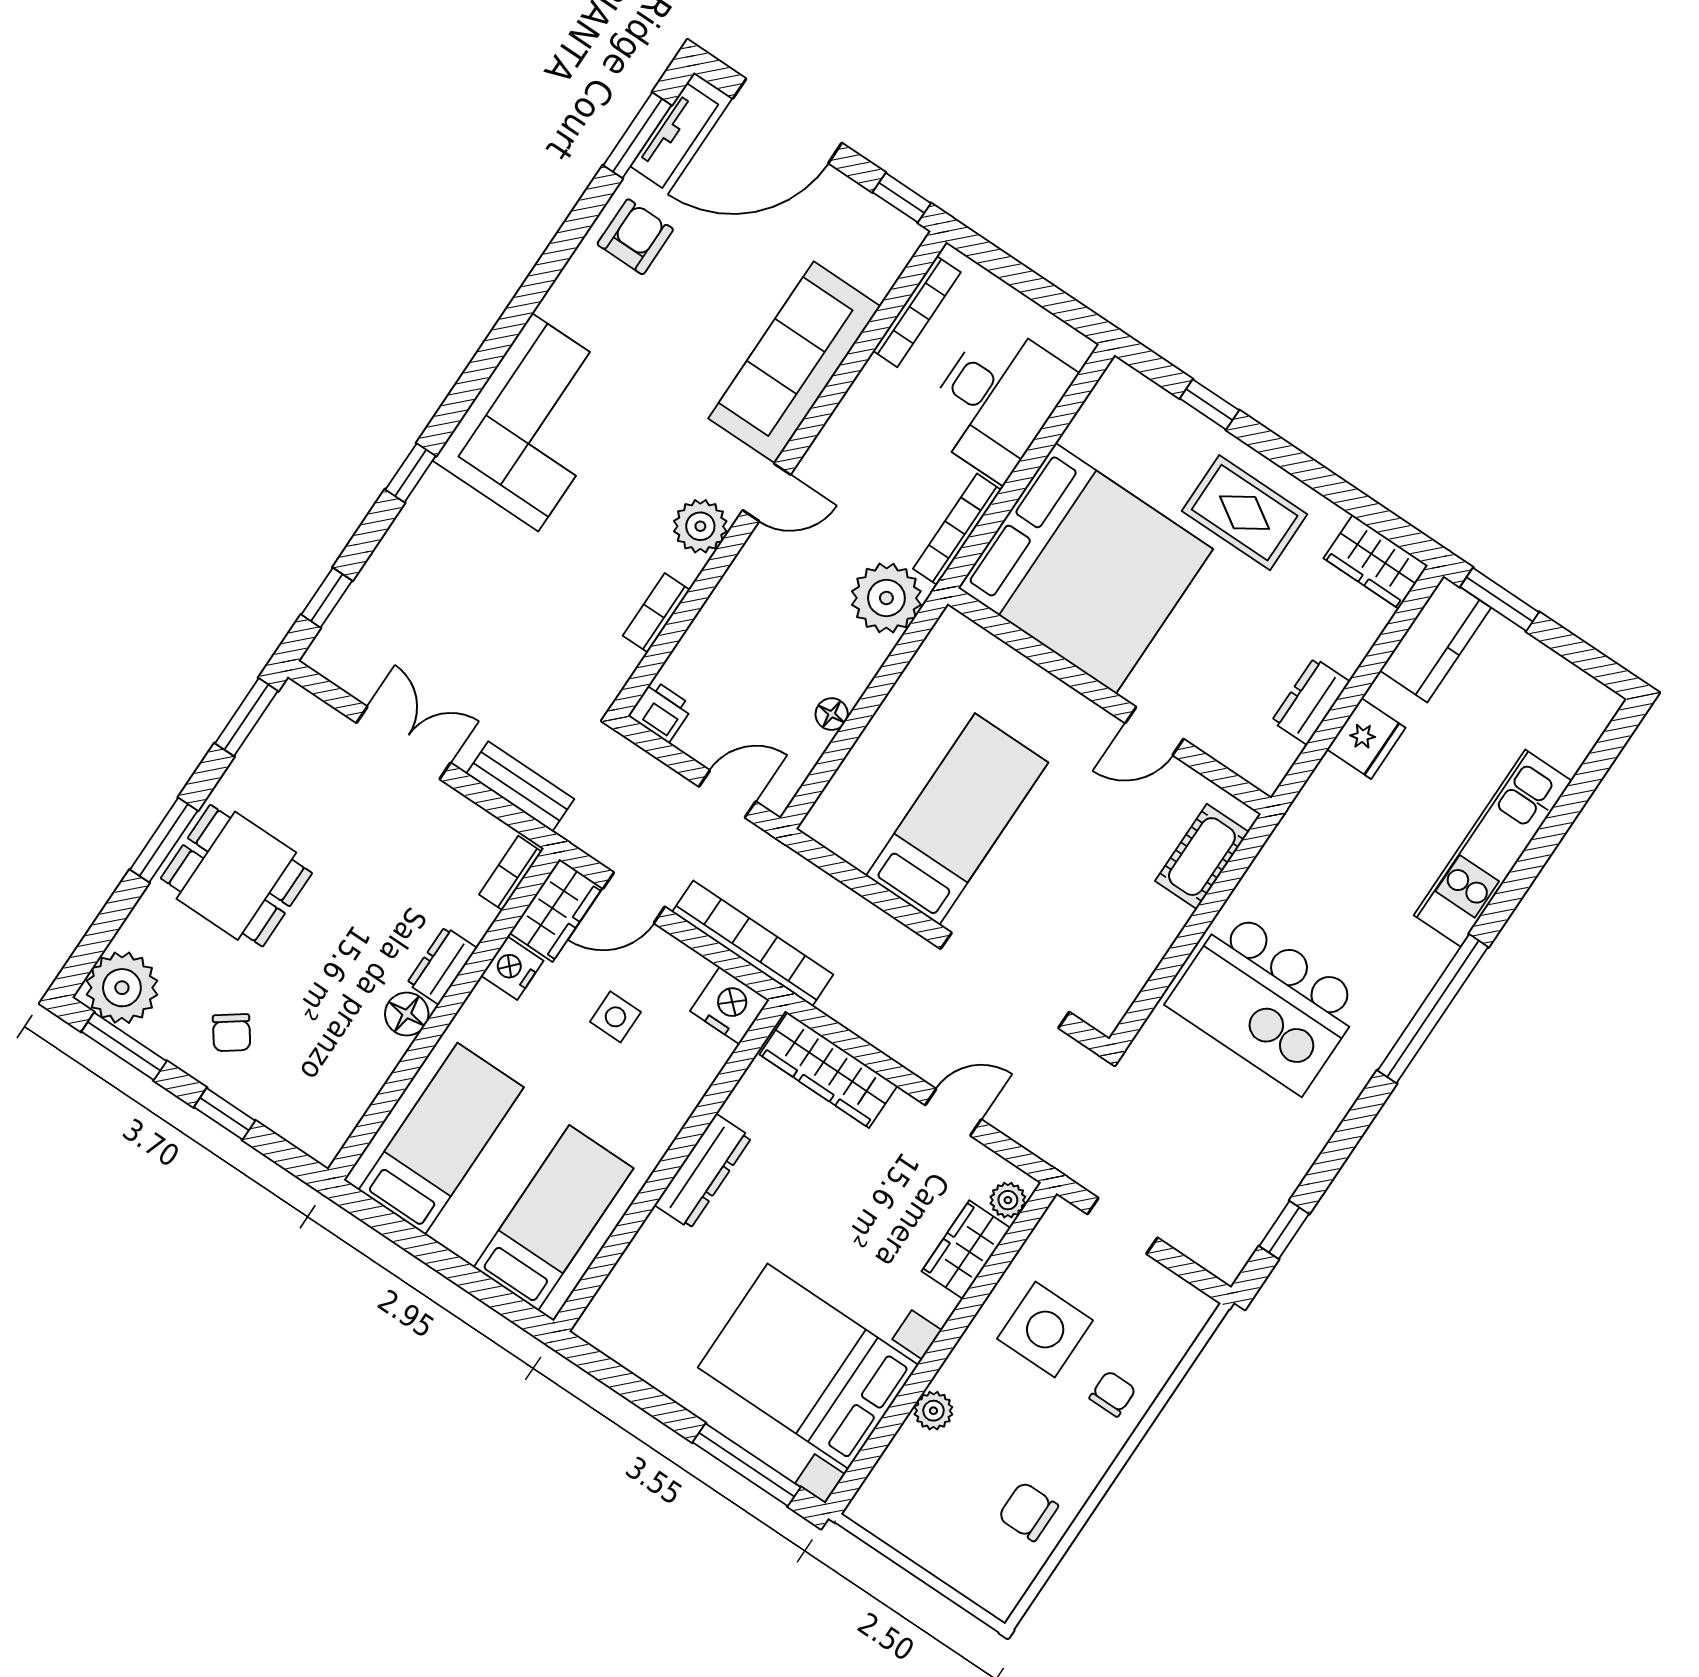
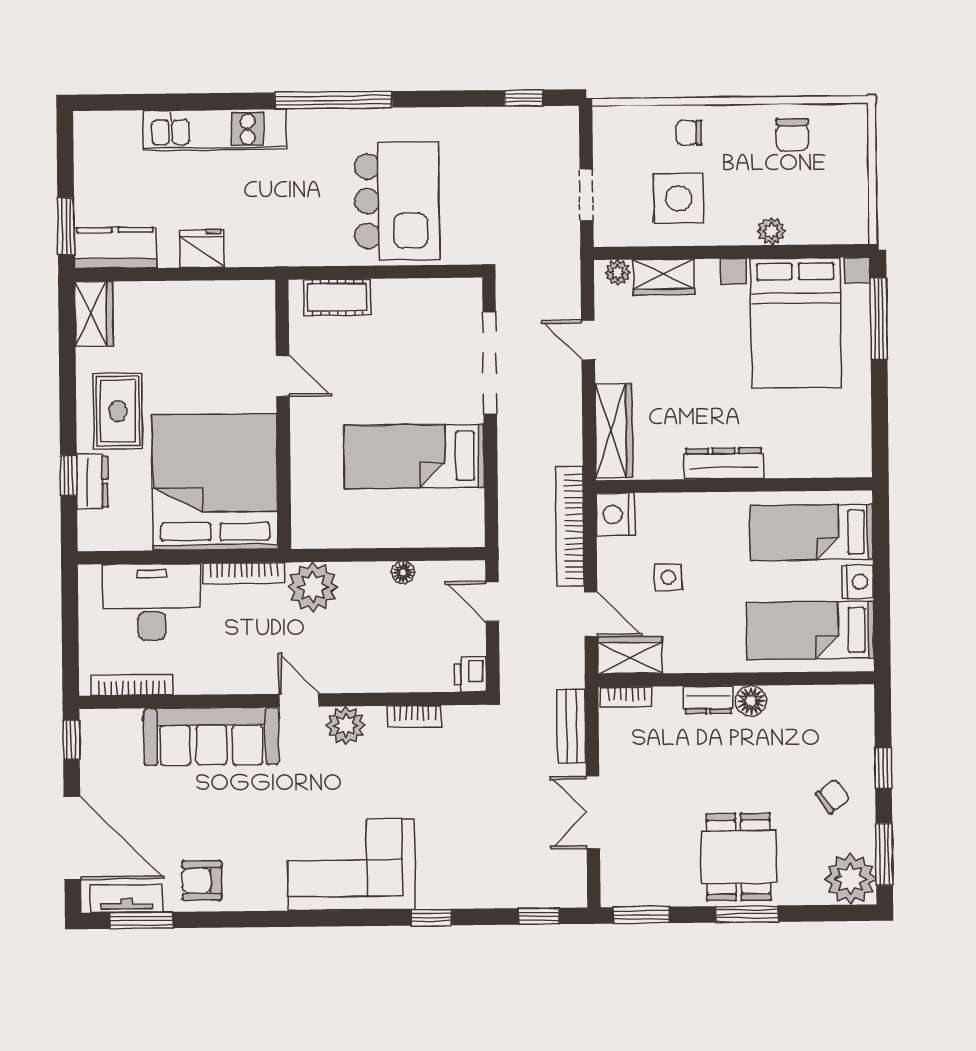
dresser: (1311, 701) -> (92, 482), moved, turned -90
nightstand: (512, 968) -> (858, 582), moved, turned -90

